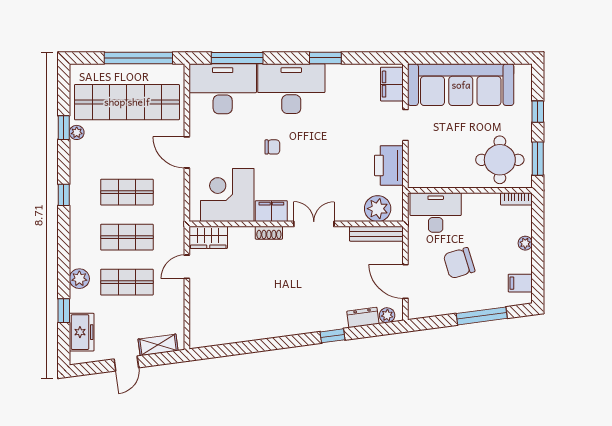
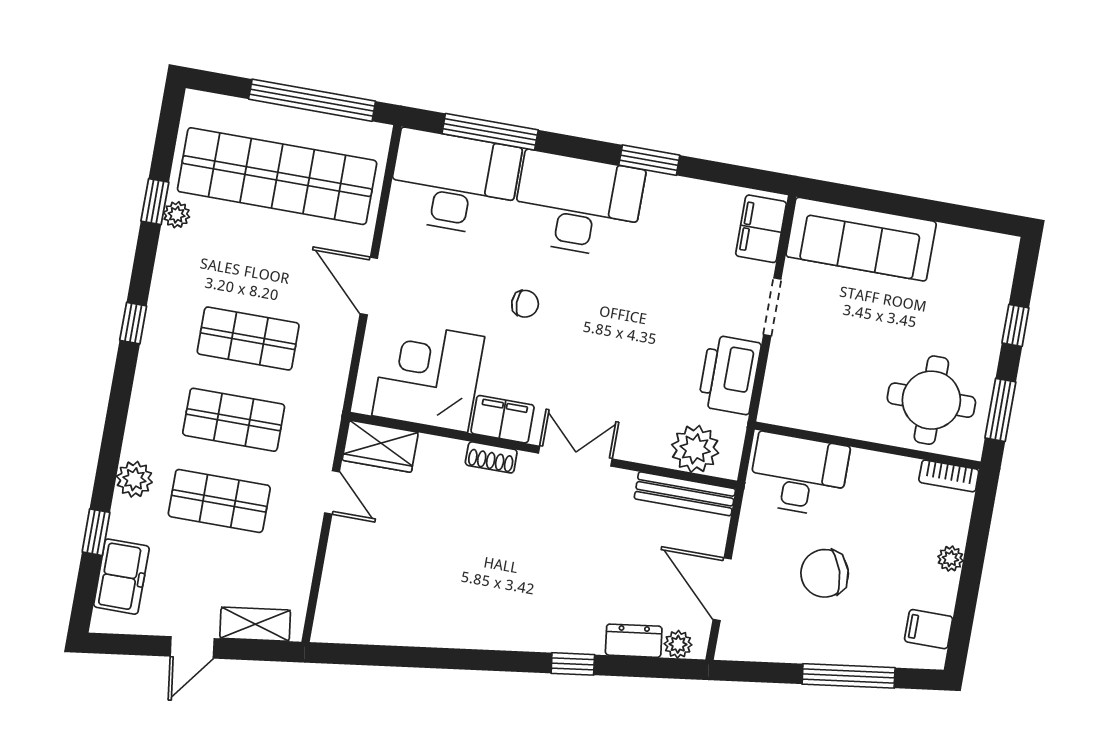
sofa: (461, 85) -> (861, 239), width x0.74, depth x0.79
door: (187, 267) -> (332, 492), swing flipped

